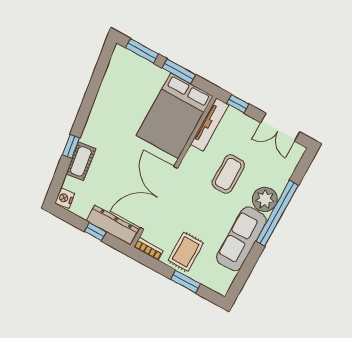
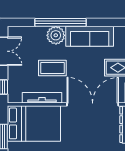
tv unit: (210, 125) -> (42, 98), moved
double door: (159, 198) -> (93, 104), swing flipped

